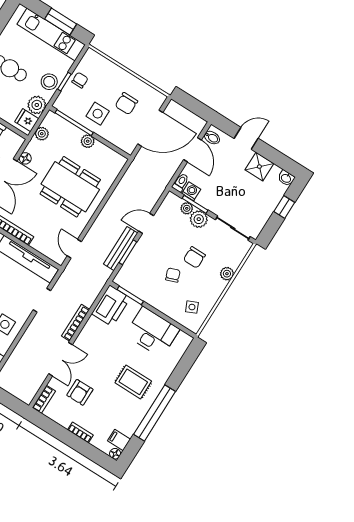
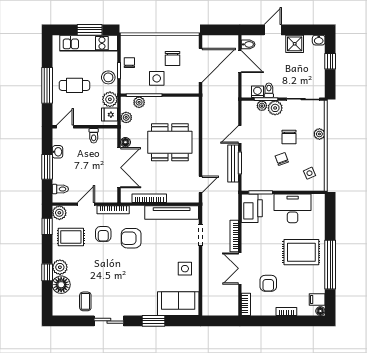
plant: (88, 141) -> (139, 102), moved
toilet: (181, 183) -> (269, 90), moved
door: (74, 249) -> (200, 184), swing flipped
double door: (61, 359) -> (240, 268), swing flipped
rug: (133, 382) -> (301, 252), width x1.36, depth x1.43

